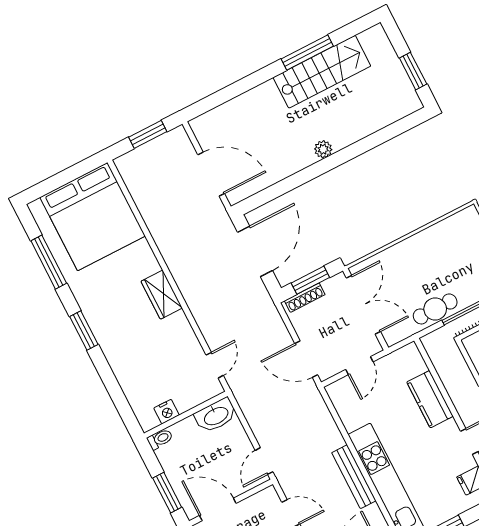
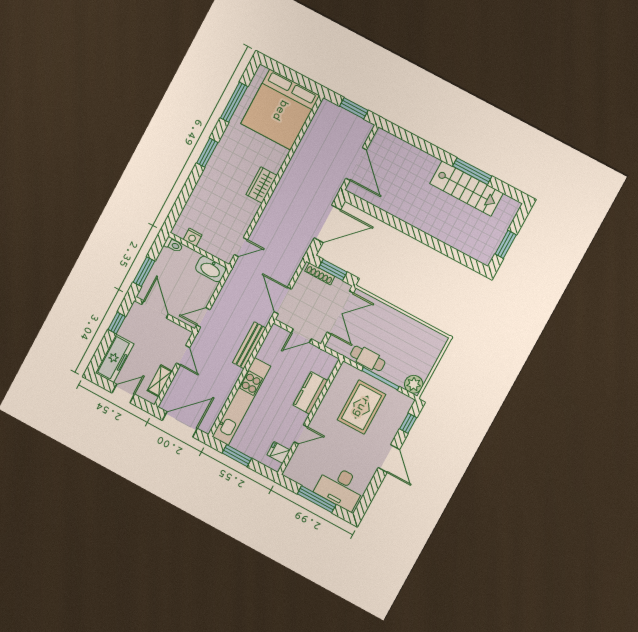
plant: (323, 149) -> (419, 222), removed
bench: (354, 477) -> (249, 345), moved

